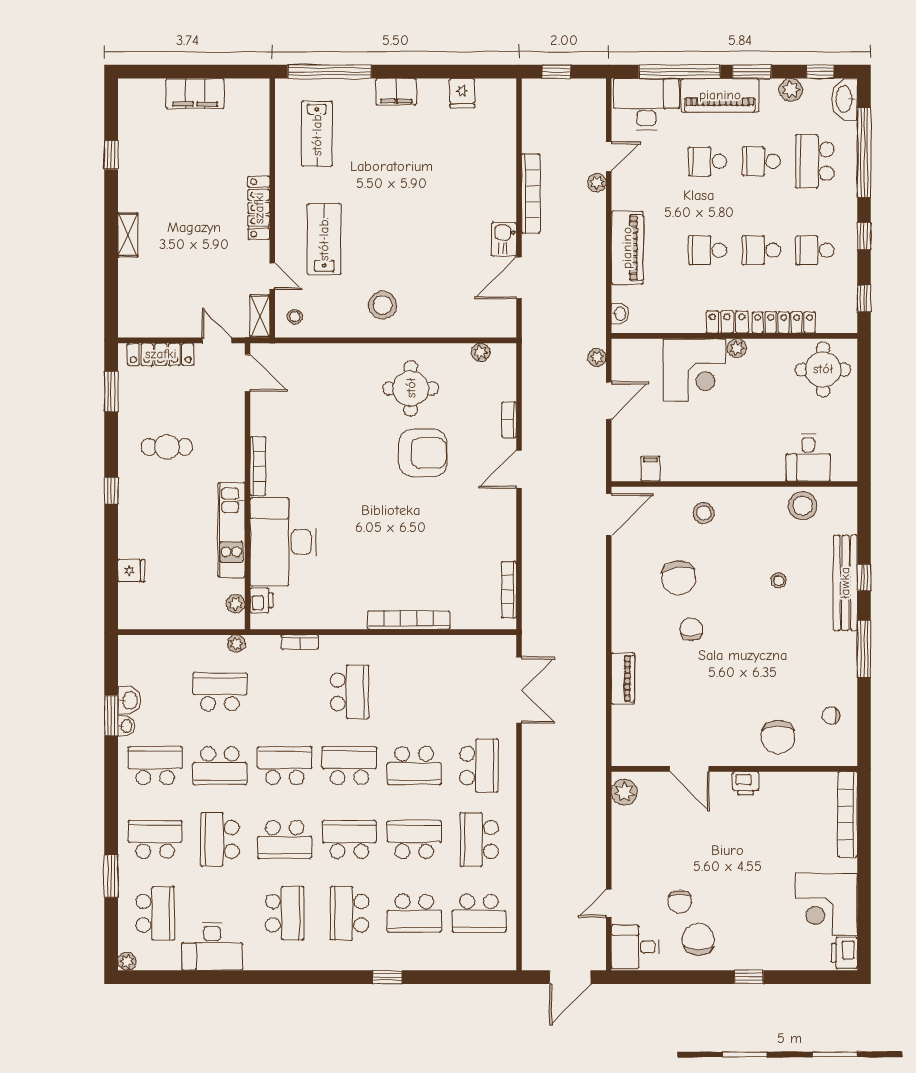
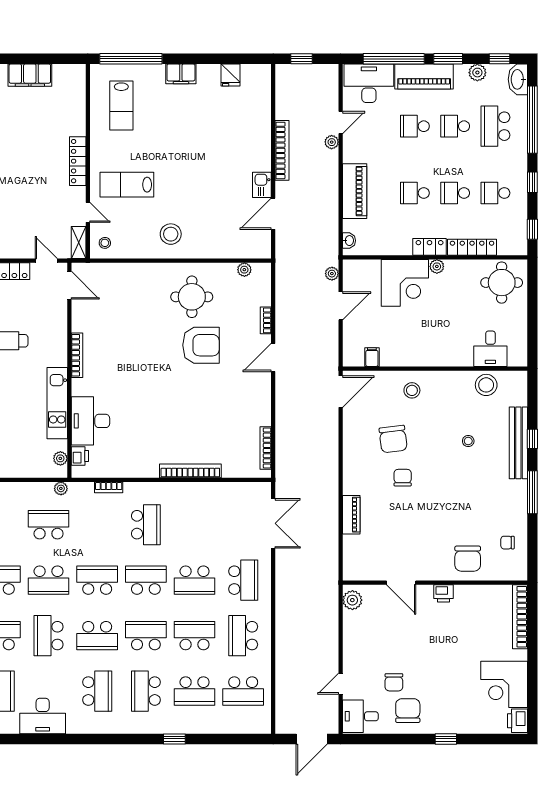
lab bench: (324, 239) -> (127, 185), turned -90
desk: (283, 542) -> (90, 421), width x0.73, depth x0.77

